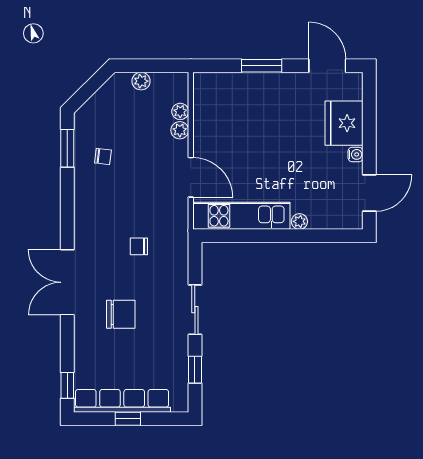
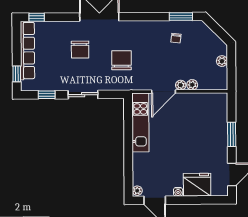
plant: (180, 111) -> (181, 85), moved
plant: (299, 221) -> (137, 191), moved
chair: (139, 246) -> (121, 60), width x1.87, depth x1.87
window: (128, 419) -> (17, 74), moved

